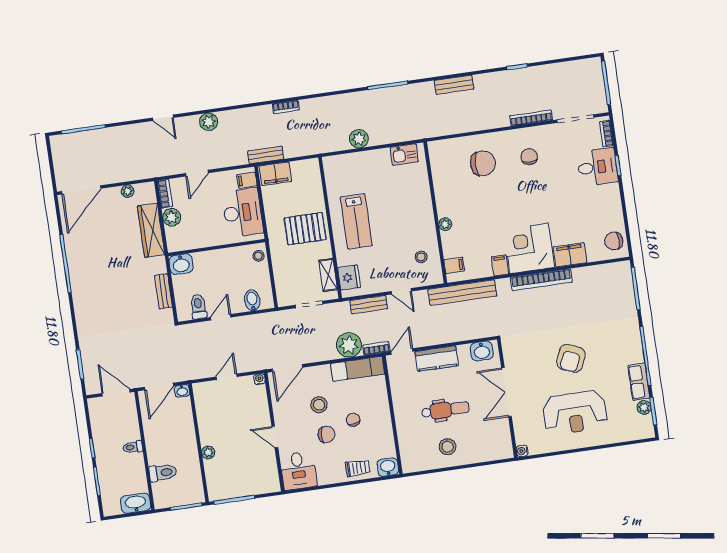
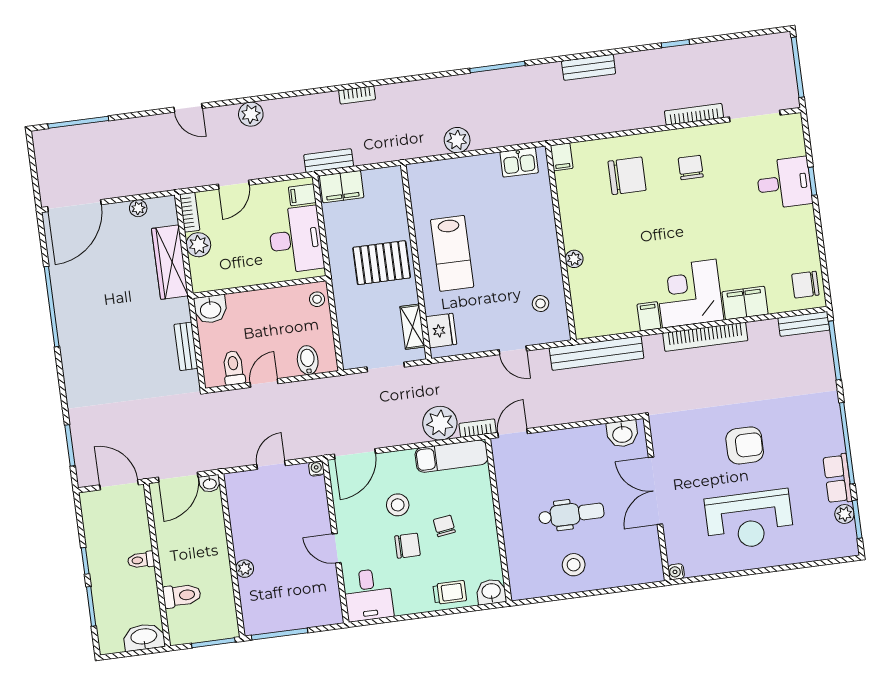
bookcase: (606, 134) -> (797, 137), removed
filing cabinet: (454, 265) -> (562, 157), moved, turned 90
bench: (369, 305) -> (804, 324), moved
armchair: (571, 358) -> (745, 445), turned -113
kitchen counter: (437, 359) -> (560, 443), removed

